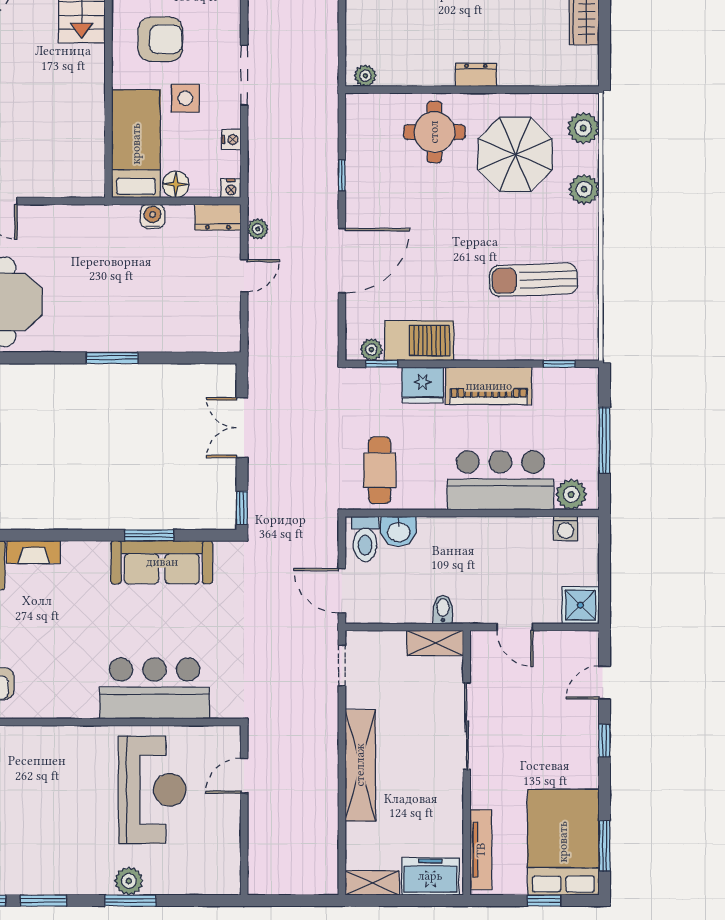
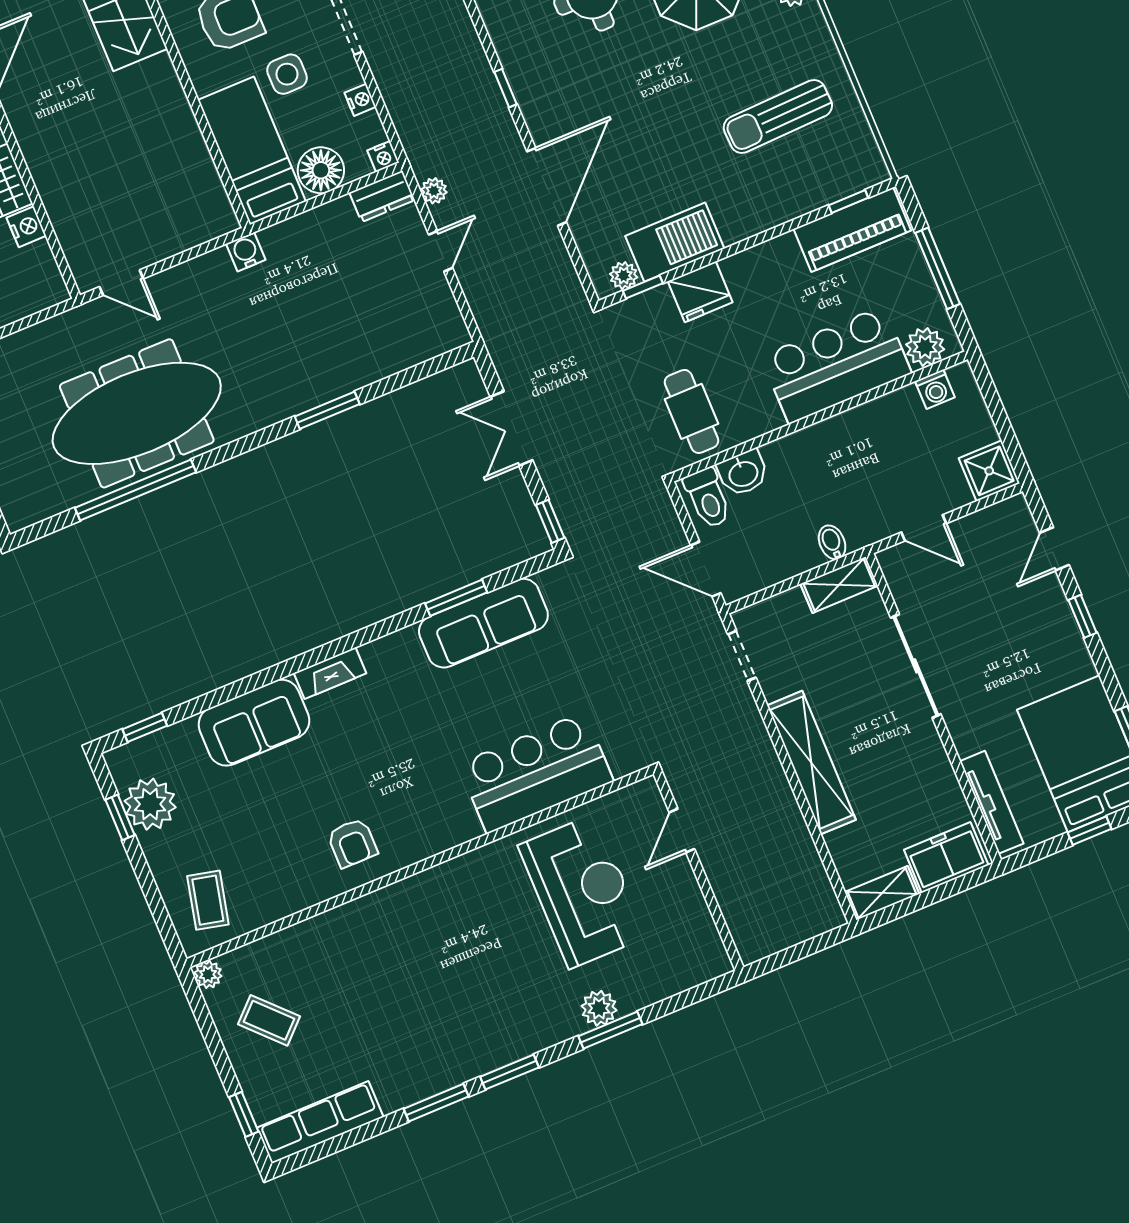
floor lamp: (176, 184) -> (321, 170), width x1.38, depth x1.38
water cooler: (153, 216) -> (246, 252), moved
piano: (489, 386) -> (852, 230), moved

